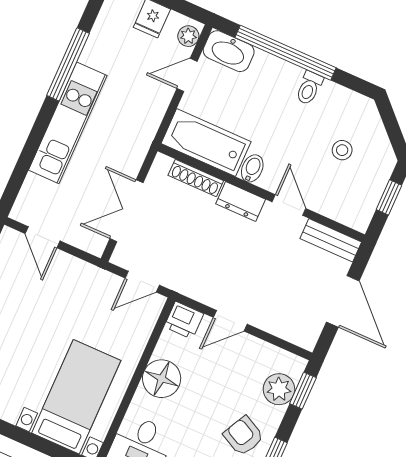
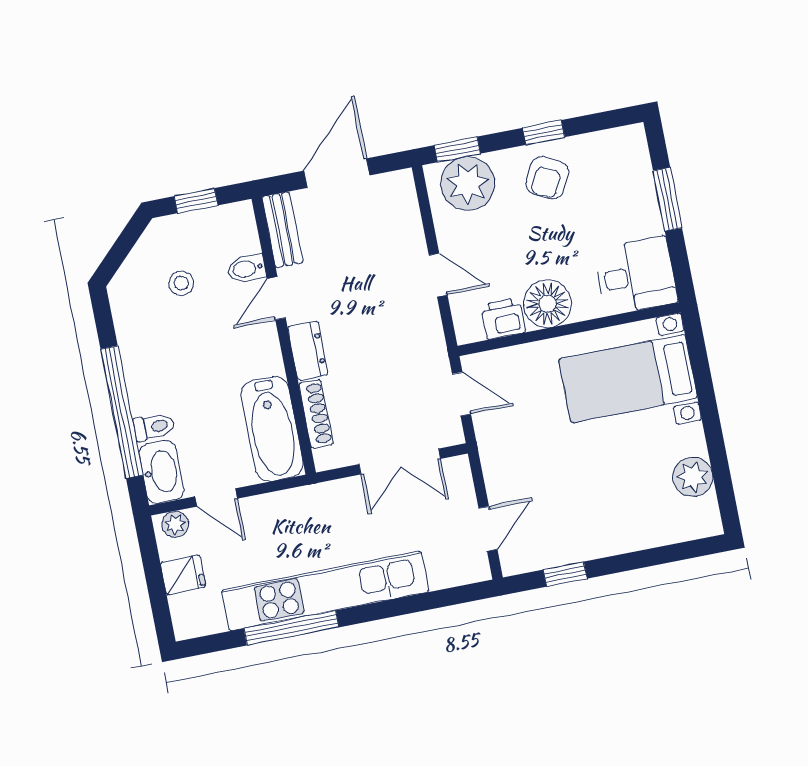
toilet: (309, 88) -> (154, 427), moved
kitchen unit: (68, 123) -> (325, 591), width x1.36
bidet: (252, 168) -> (247, 269), moved
printer: (184, 320) -> (503, 319), moved, turned -90
plant: (279, 389) -> (468, 184), width x1.36, depth x1.36

